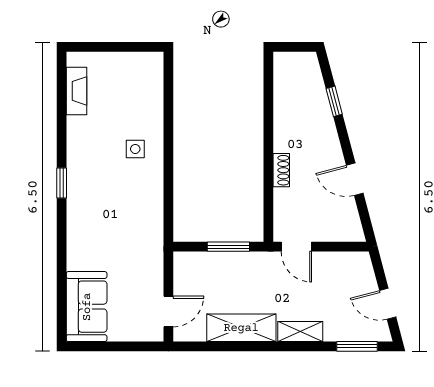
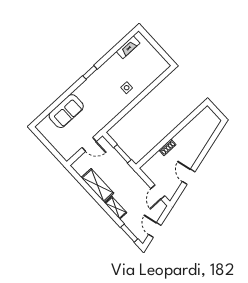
window: (334, 101) -> (210, 144), removed
door: (296, 247) -> (158, 192), moved
sofa: (87, 307) -> (66, 111), moved
door: (168, 311) -> (89, 144), moved

